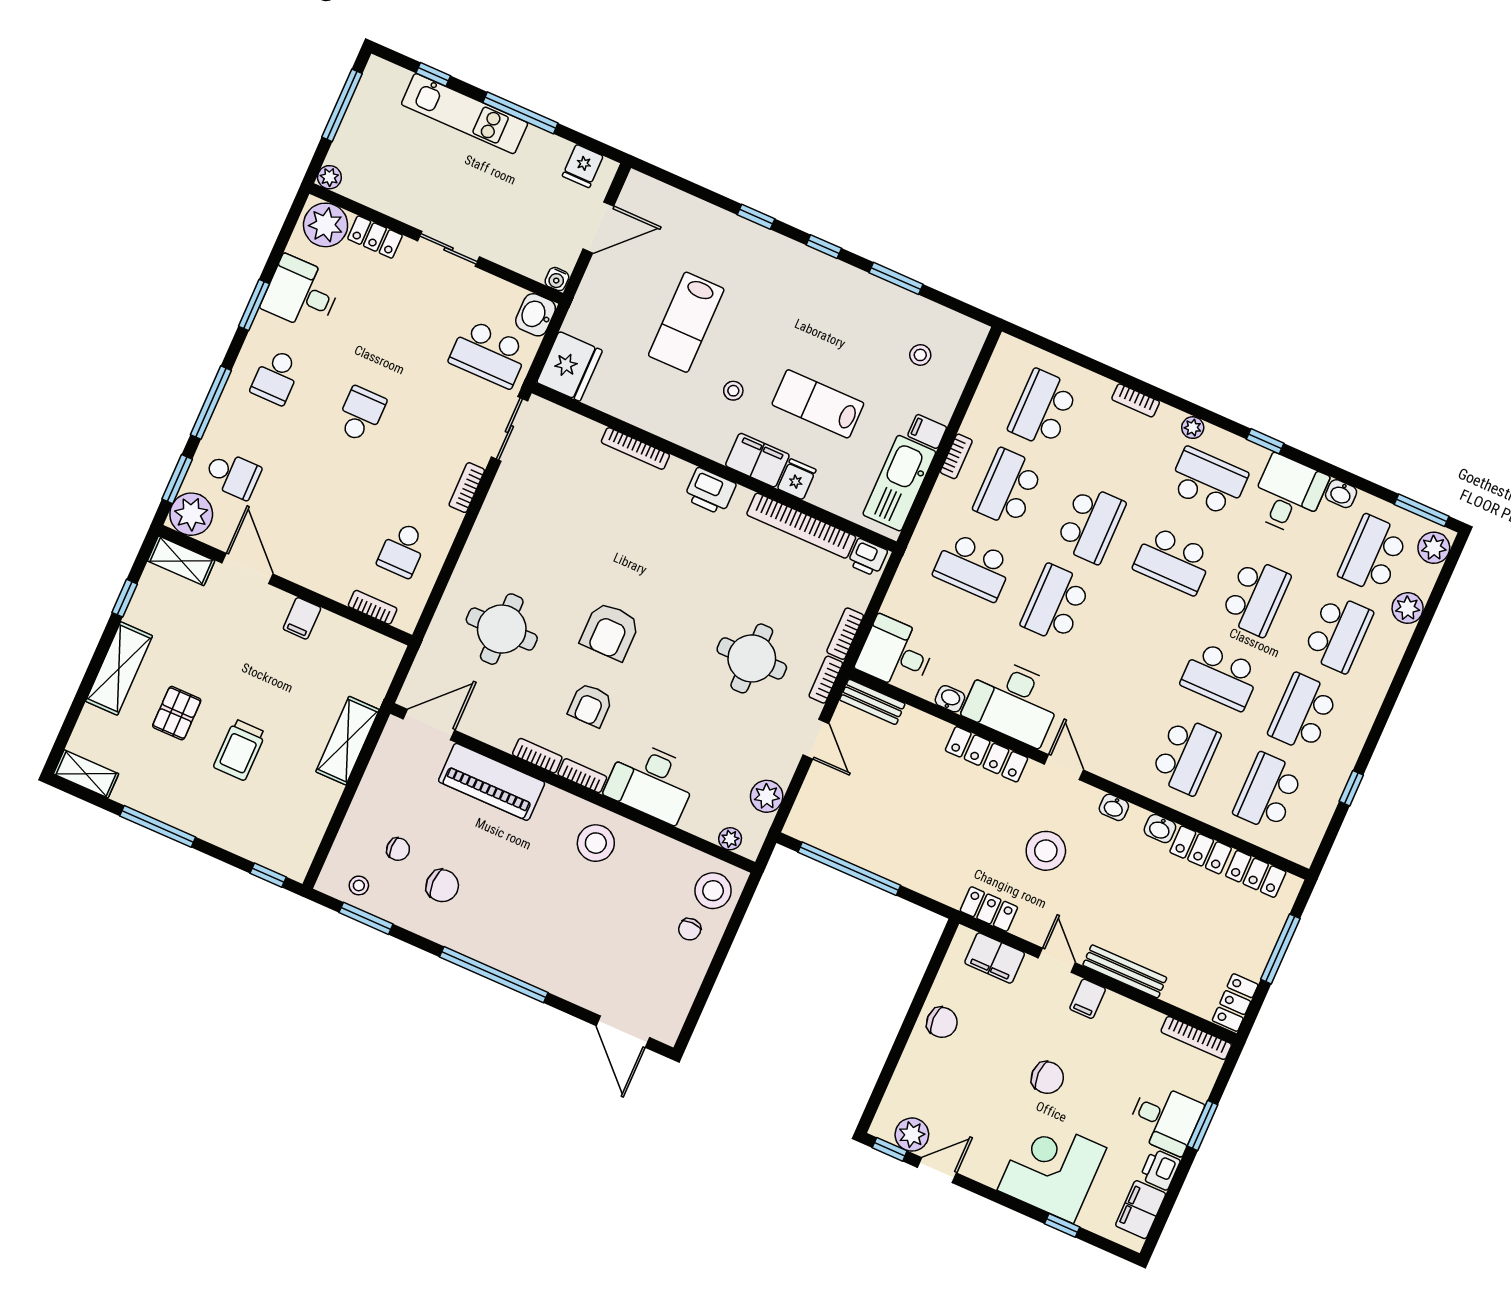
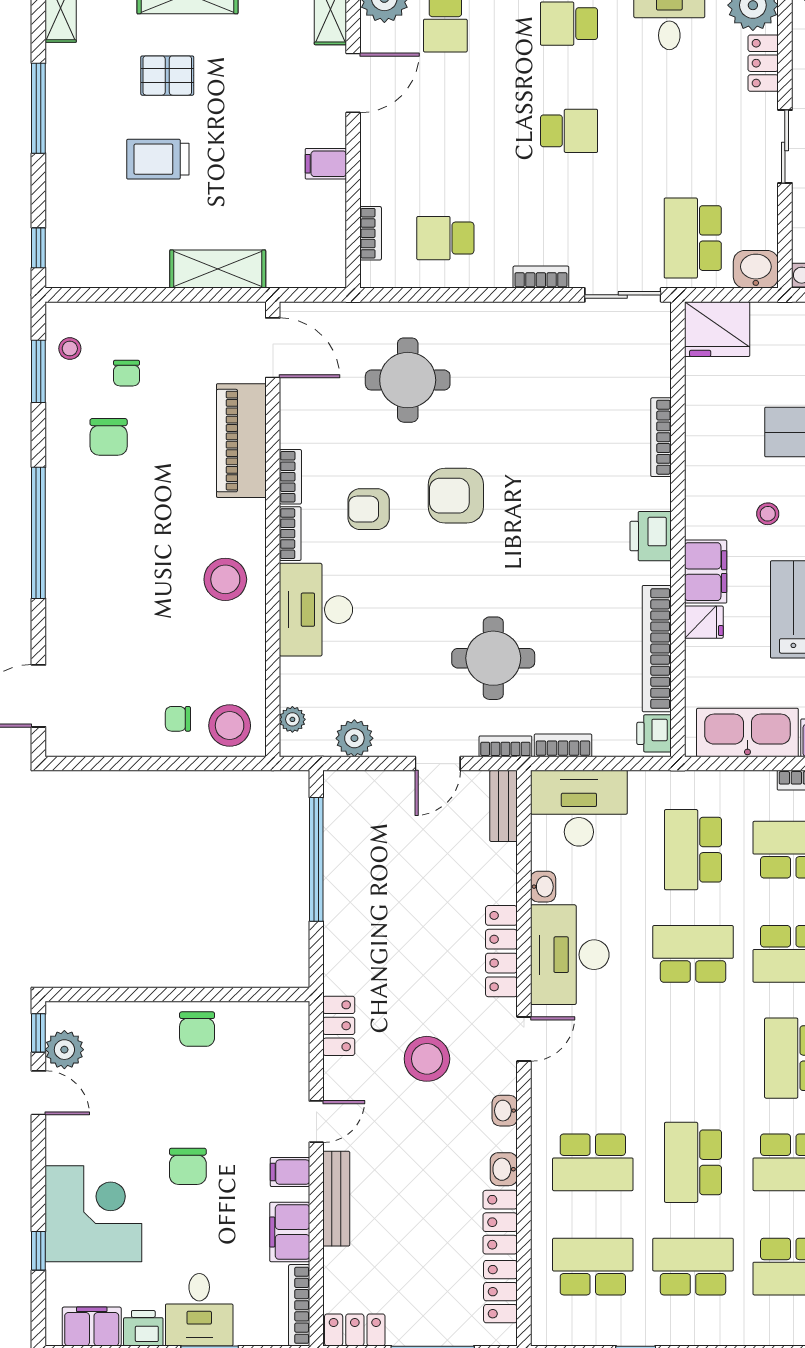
desk: (896, 653) -> (579, 808), width x1.37
filing cabinet: (995, 958) -> (290, 1232), moved

